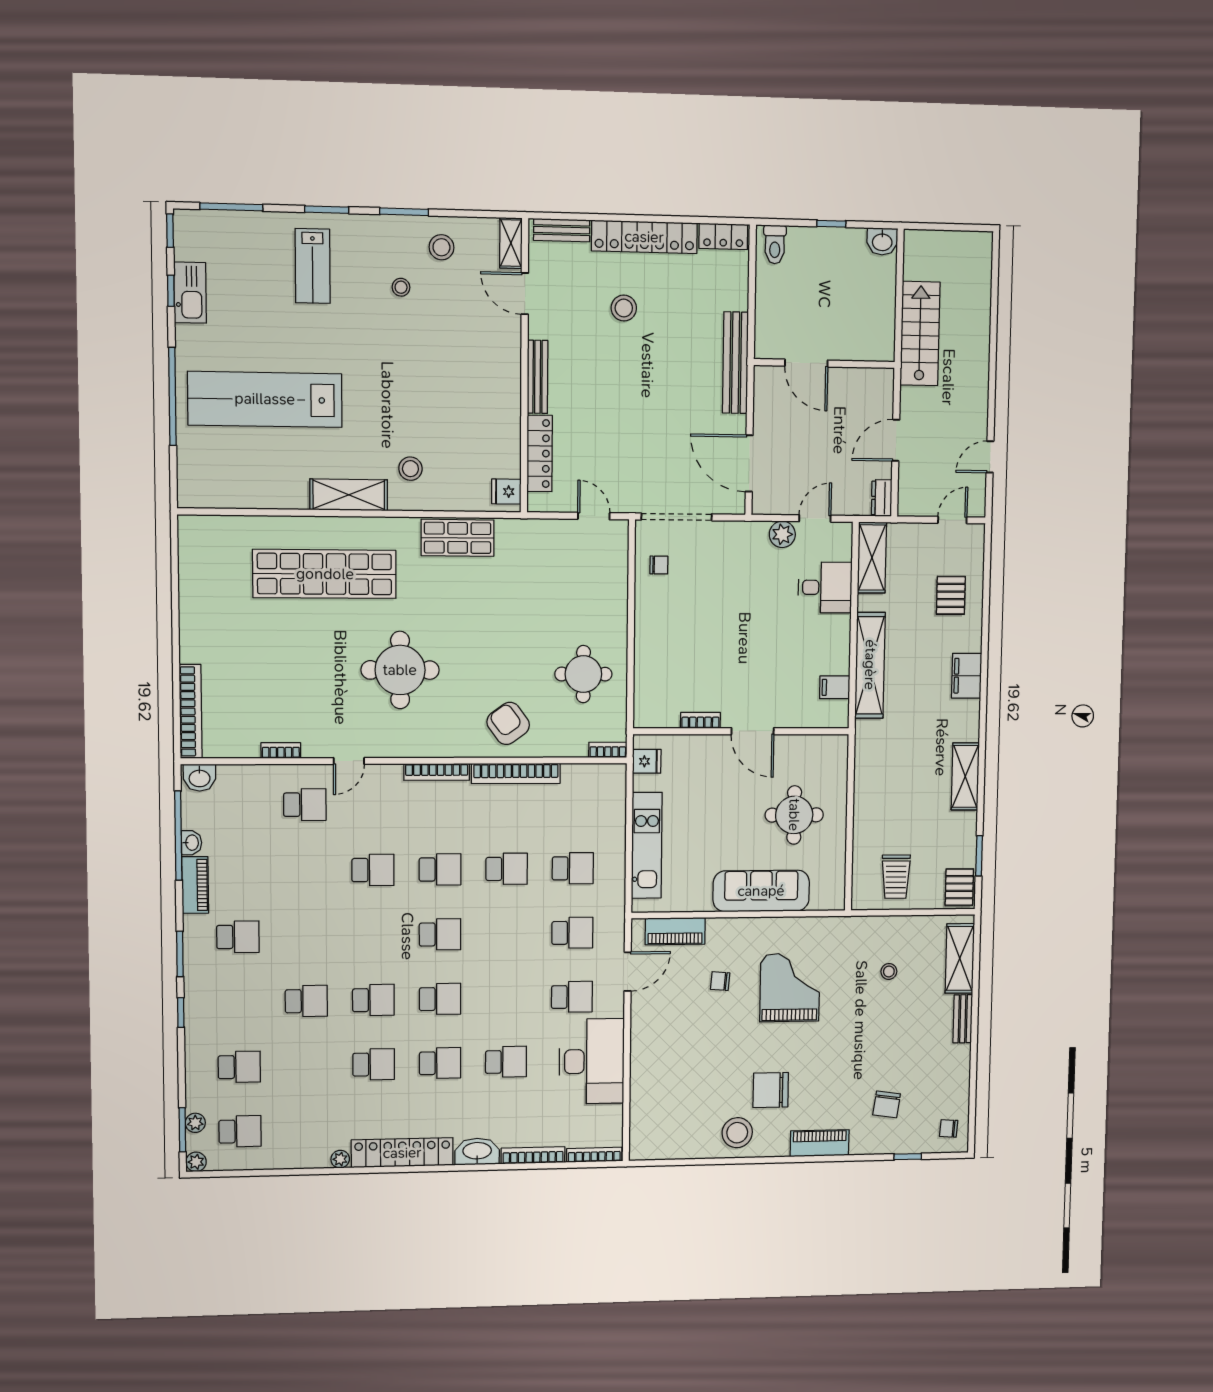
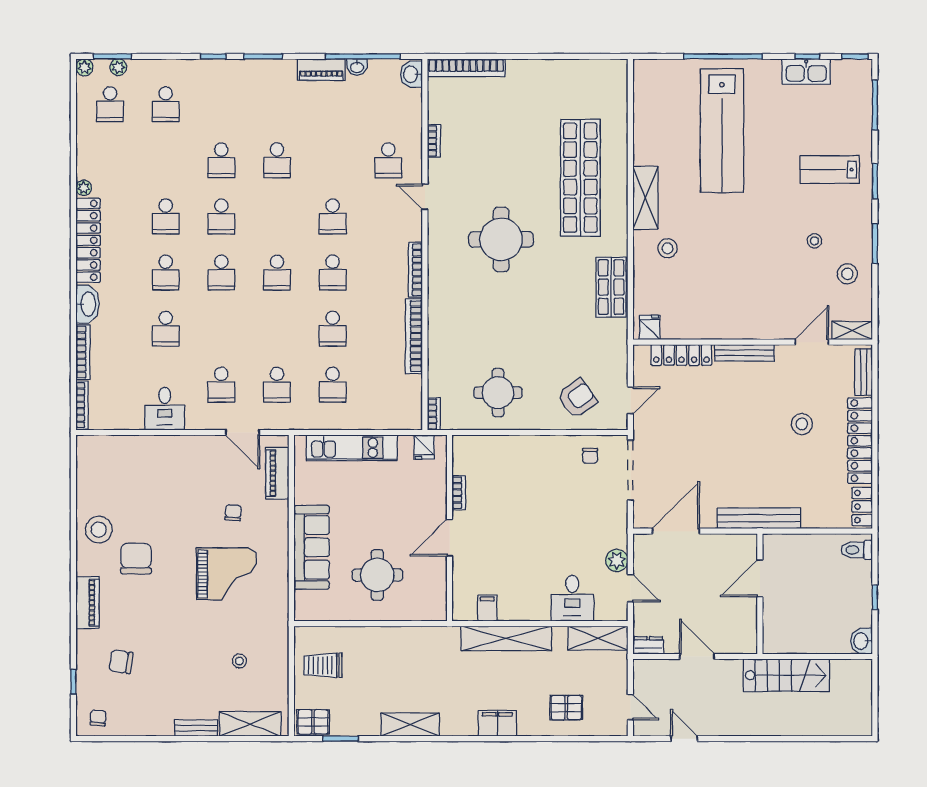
lab bench: (265, 399) -> (722, 131), turned 180
armchair: (508, 723) -> (577, 398), moved
school desk: (238, 937) -> (277, 160), moved
desk: (592, 1061) -> (165, 409), width x0.53, depth x0.77

